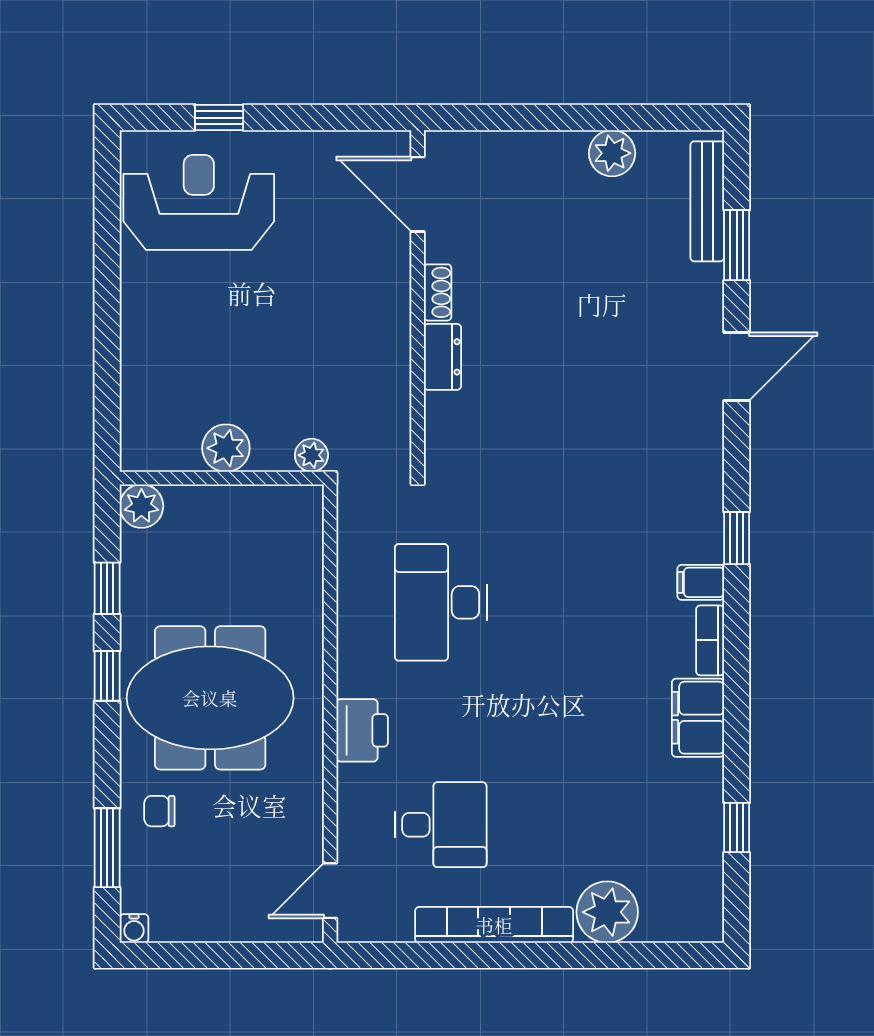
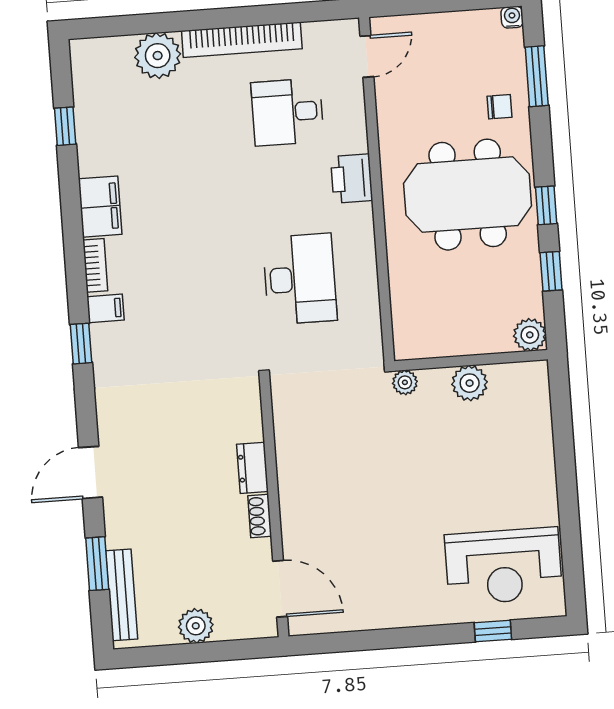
door: (418, 194) -> (280, 589), moved
shoe rack: (438, 292) -> (260, 516), moved
wall: (418, 301) -> (274, 509), moved
dresser: (443, 357) -> (252, 468), moved

